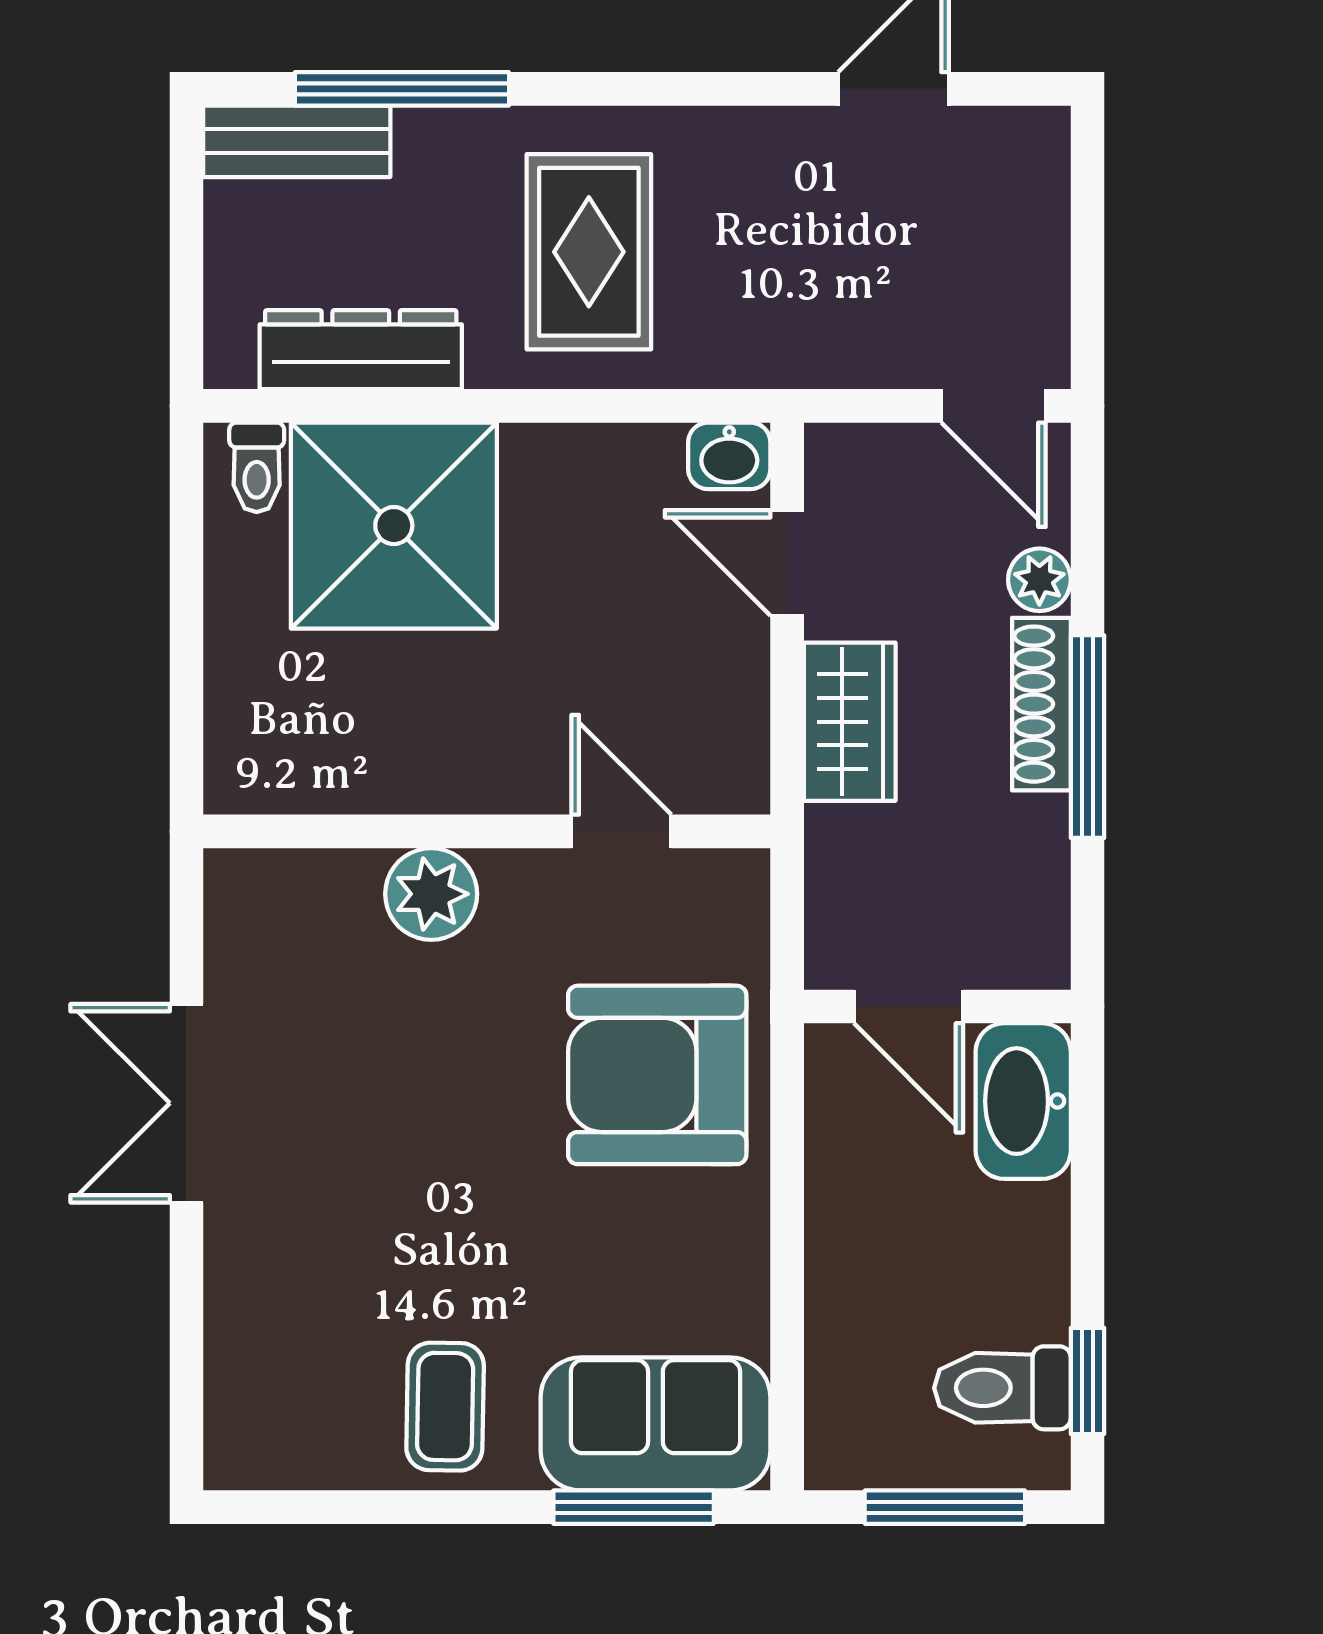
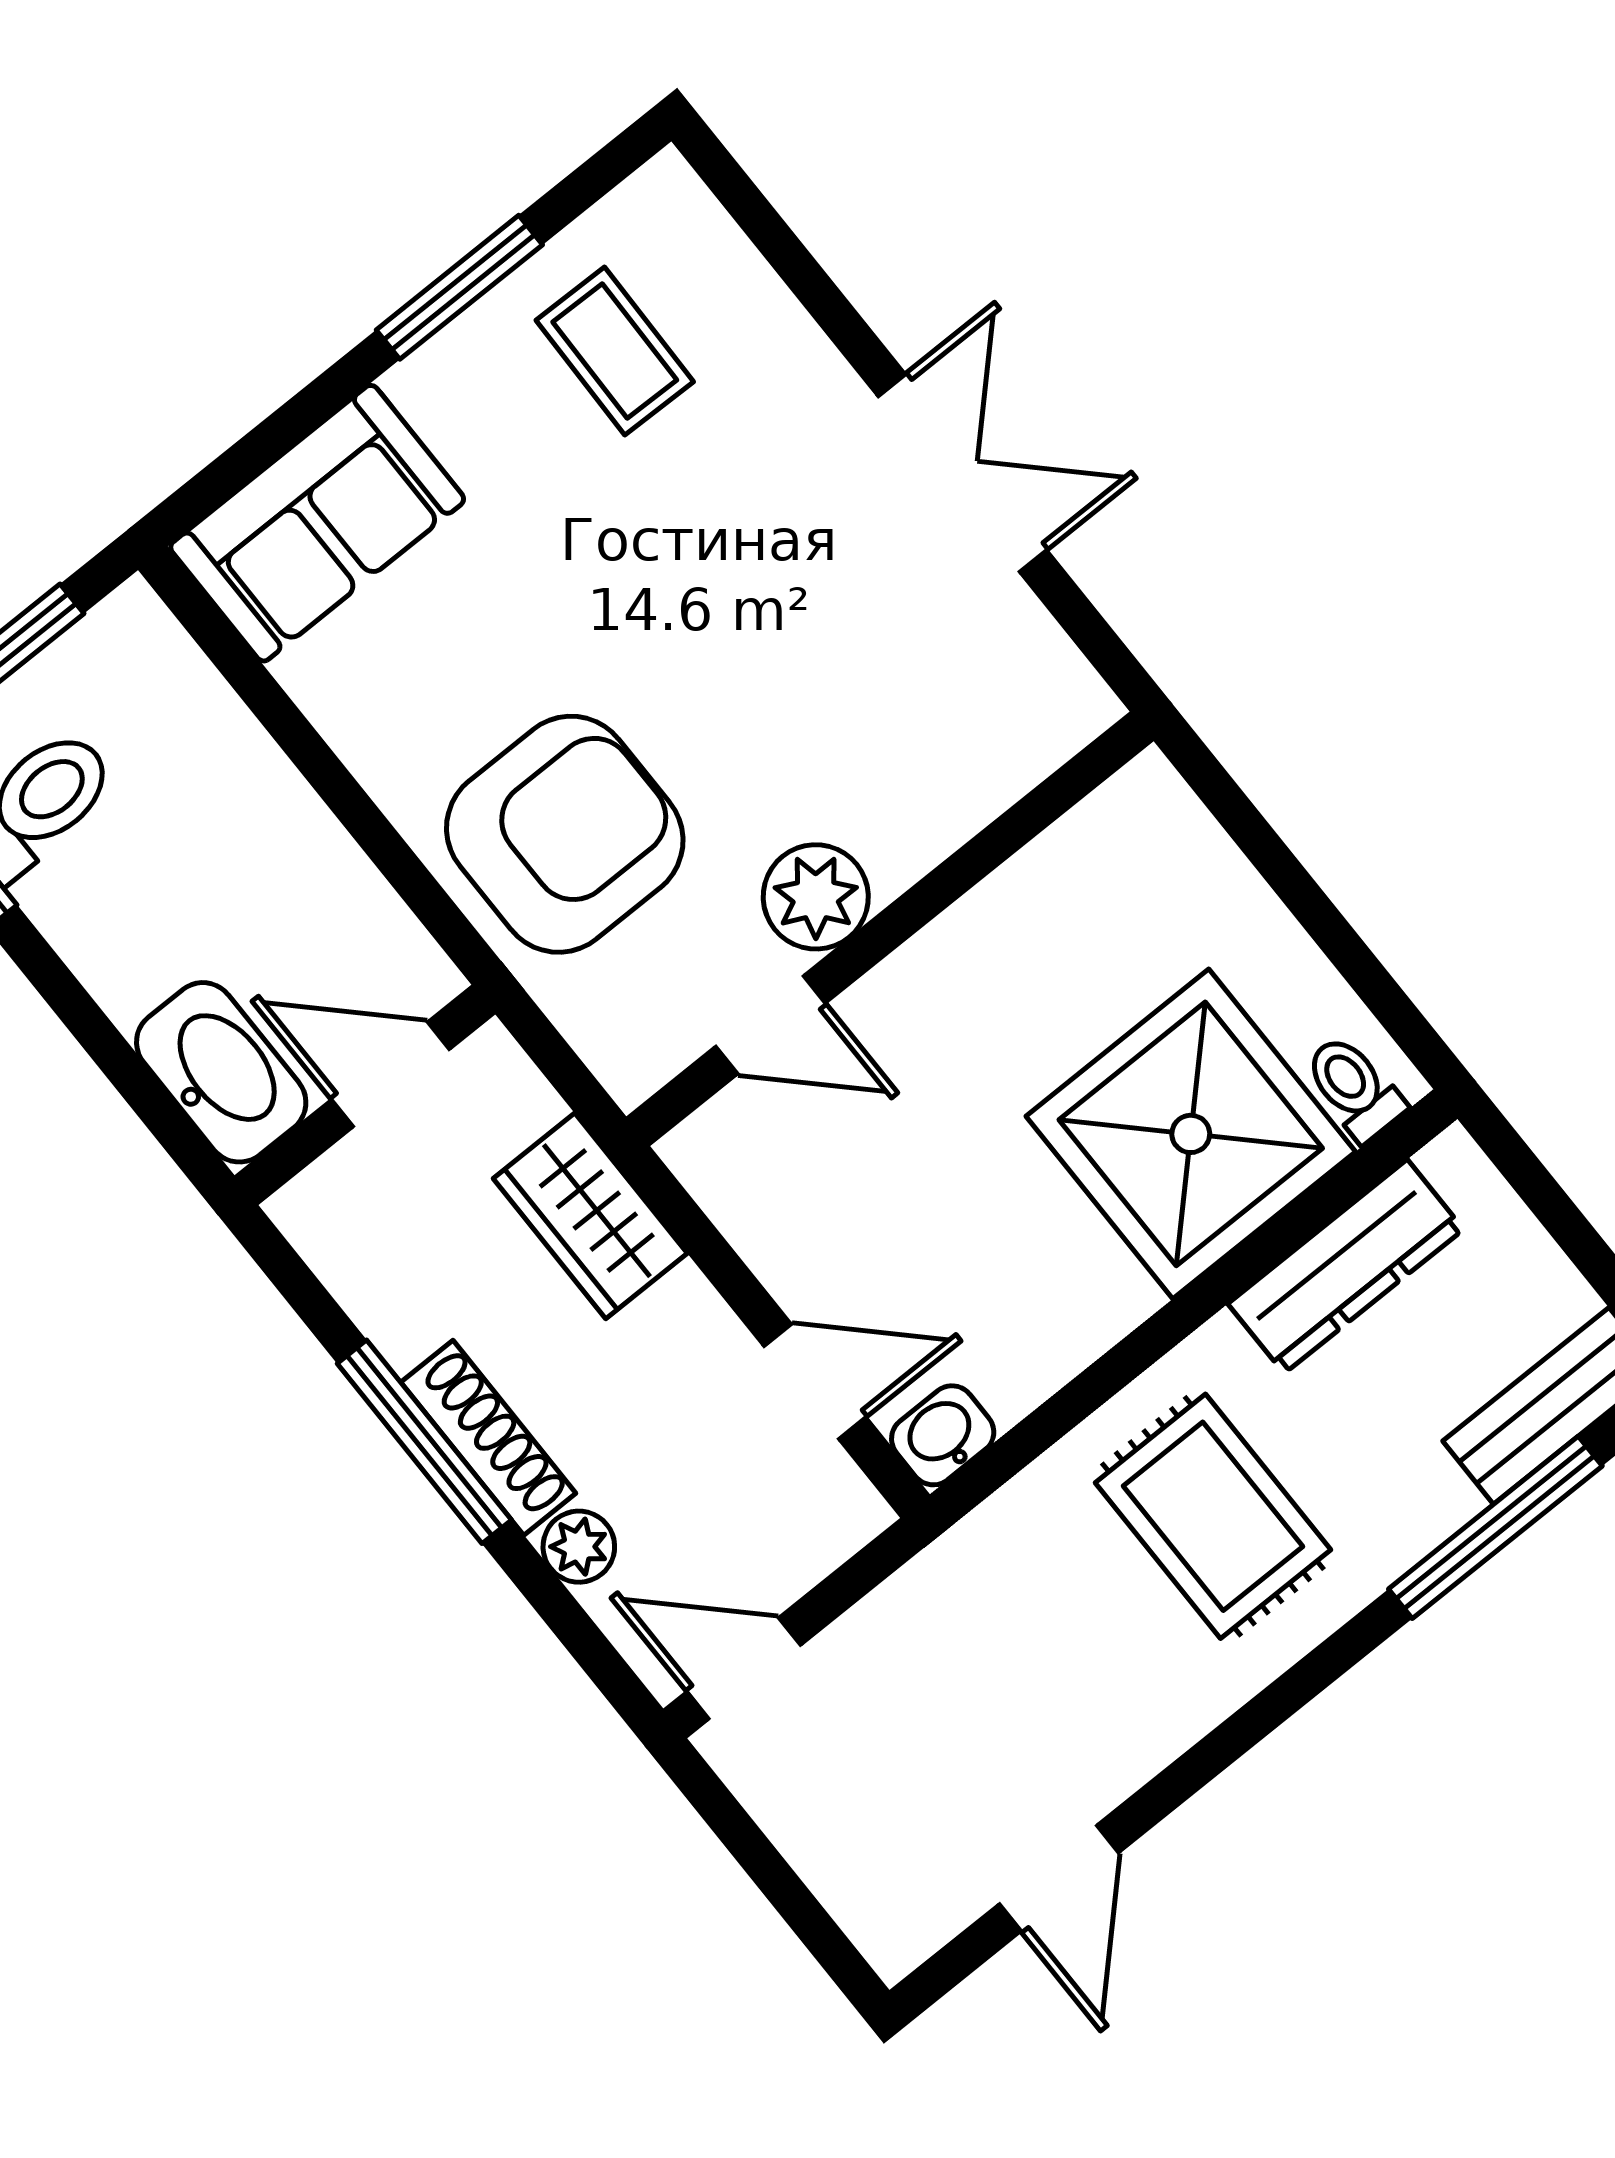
wardrobe: (850, 722) -> (590, 1216), moved
plant: (431, 894) -> (816, 897), moved
coffee table: (445, 1407) -> (615, 351), moved
window: (634, 1507) -> (459, 287), moved

